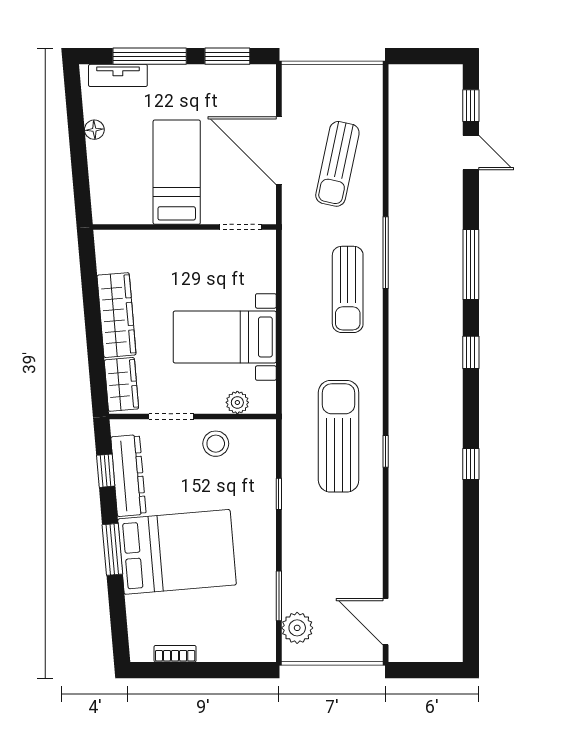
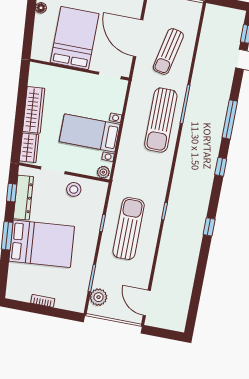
bed: (177, 172) -> (75, 38), width x1.50
sun lounger: (348, 289) -> (161, 120), width x1.36, depth x1.34
plant: (237, 402) -> (103, 172), moved
sun lounger: (339, 436) -> (129, 229), moved
bookcase: (175, 654) -> (43, 301), moved

